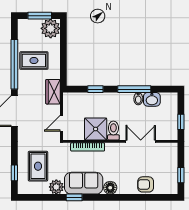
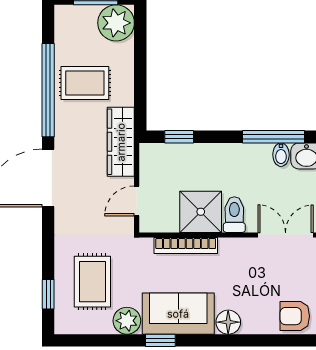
window: (95, 89) -> (179, 137), moved
wardrobe: (53, 92) -> (121, 142), width x1.50

